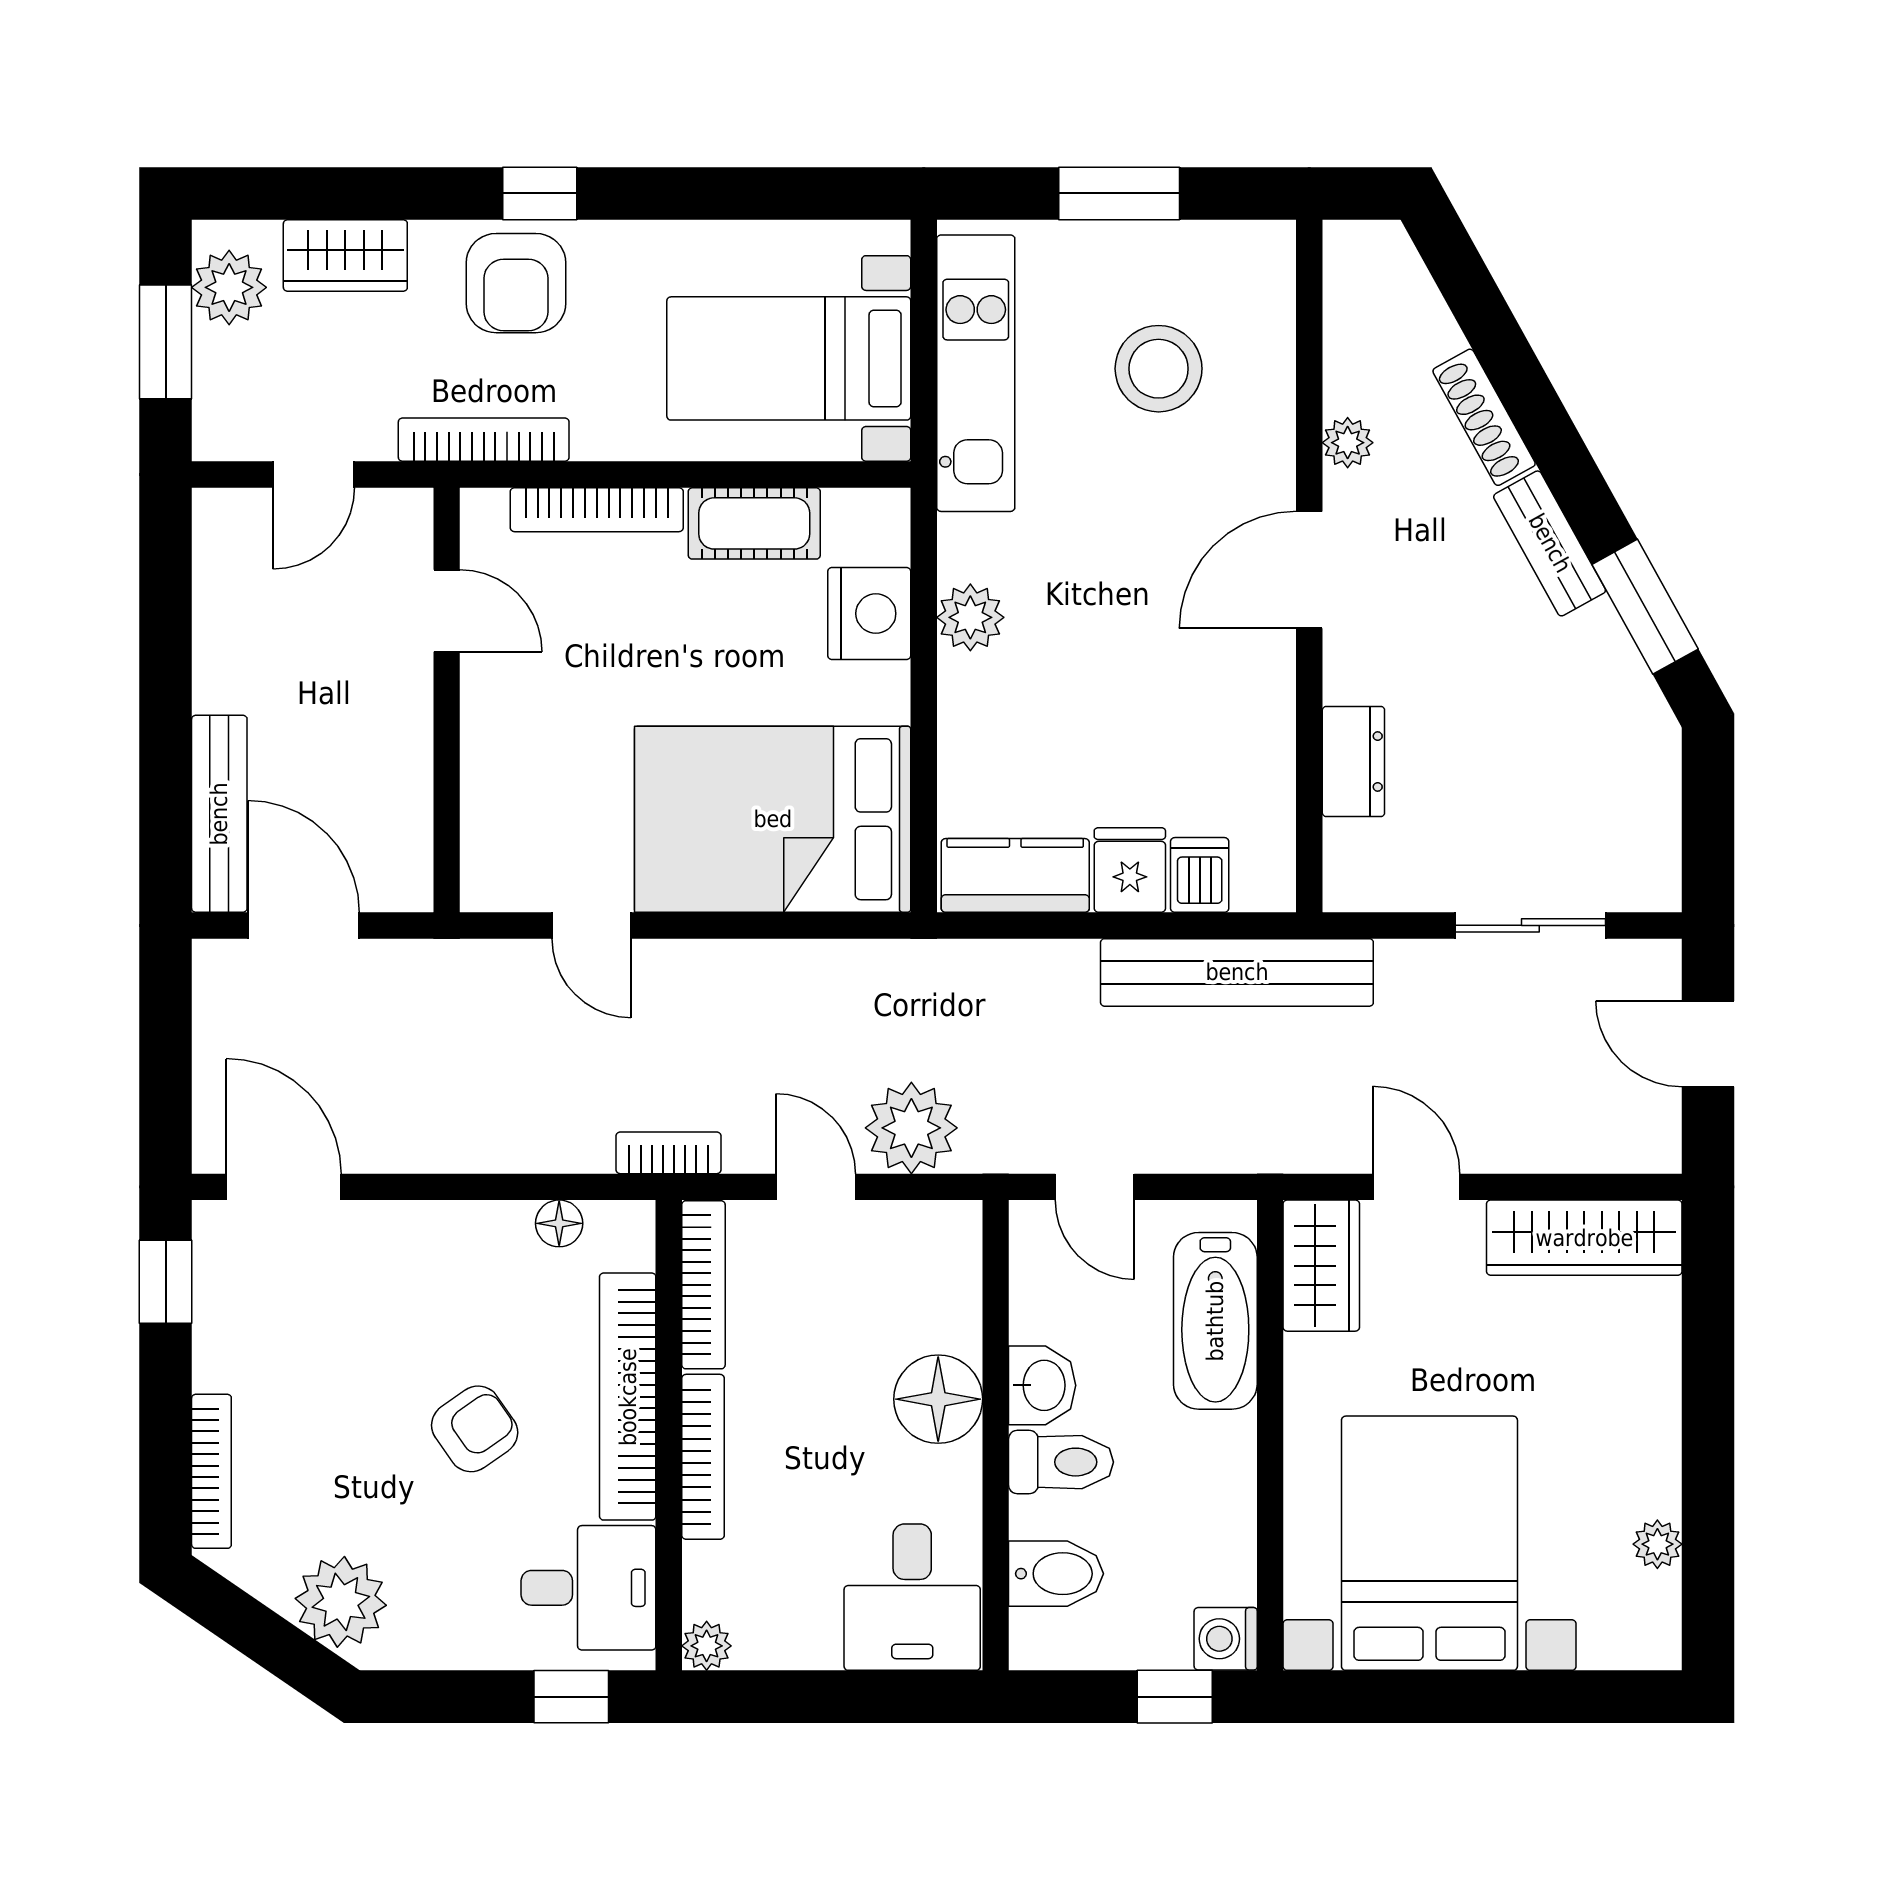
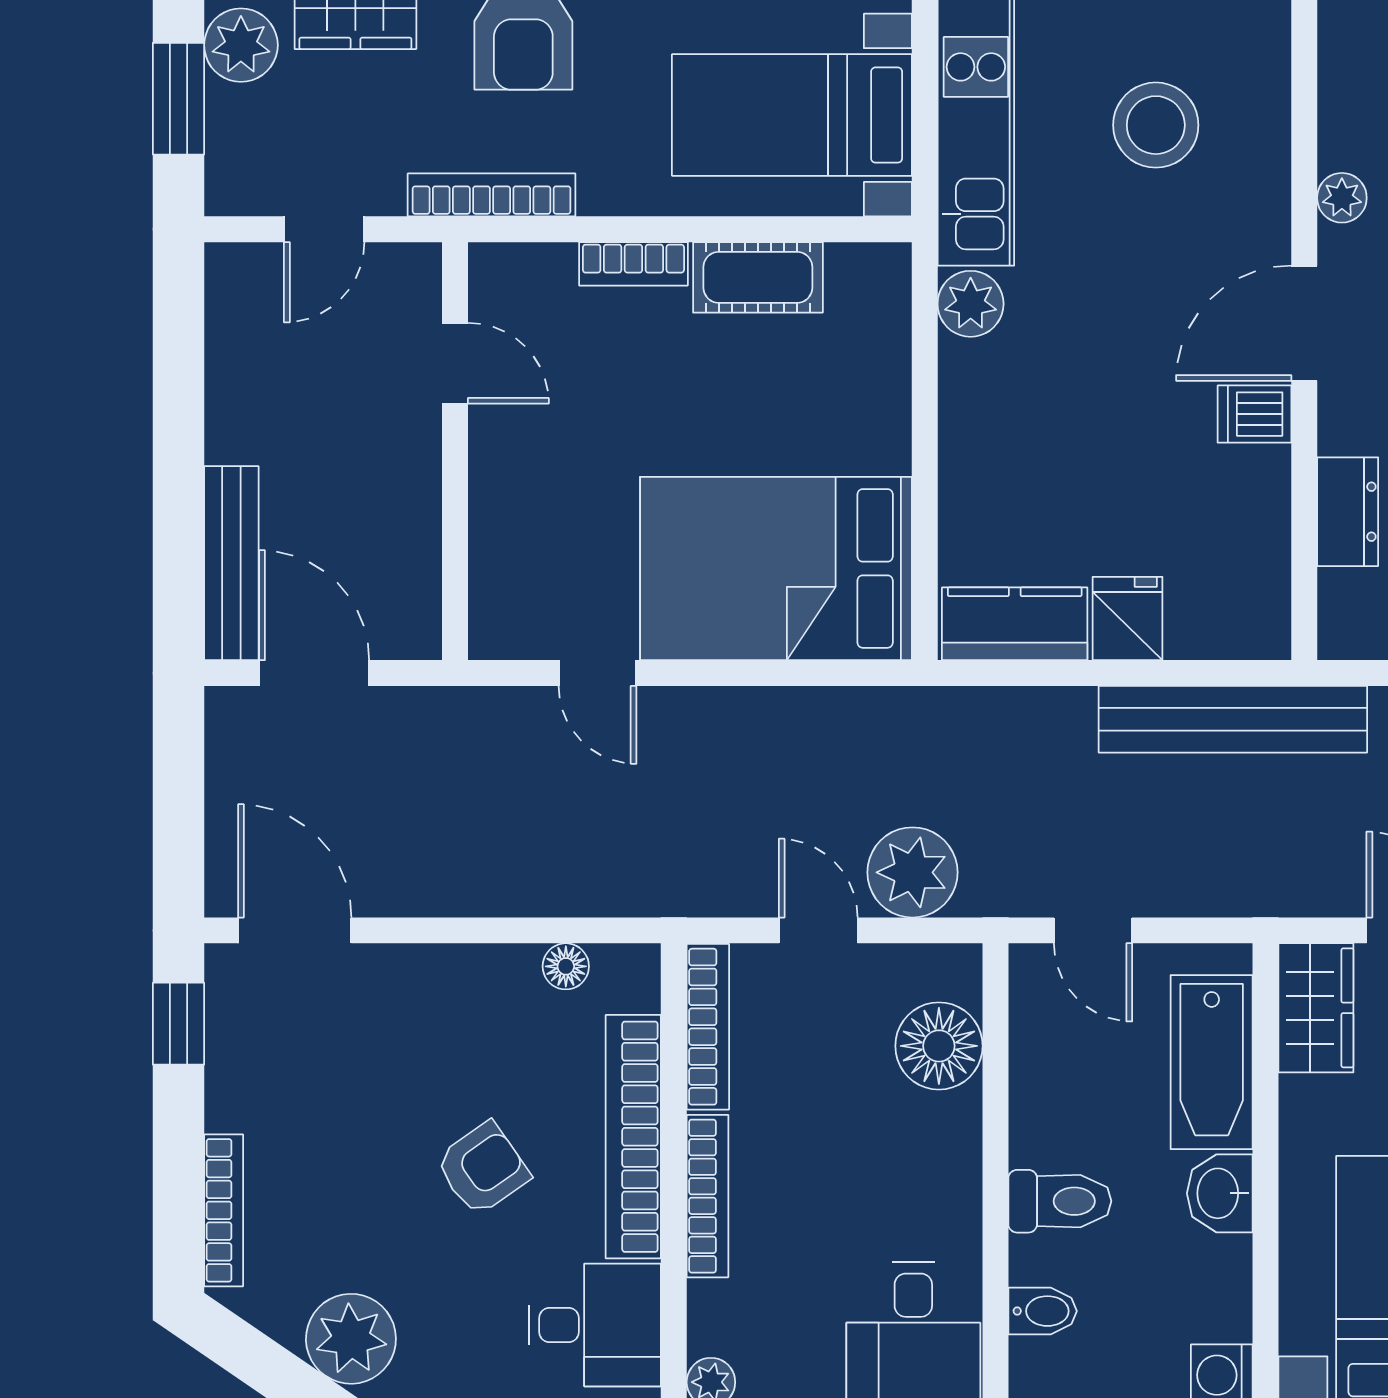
bookcase: (597, 510) -> (633, 264), width x0.64
nightstand: (869, 614) -> (871, 366), removed
plant: (970, 617) -> (971, 304), moved
dishwasher: (1200, 875) -> (1254, 414), moved, turned -90
bookcase: (668, 1153) -> (673, 897), removed
washbasin: (1042, 1385) -> (1220, 1193), moved, turned 180
floor lamp: (938, 1399) -> (939, 1046), moved
bidet: (1056, 1574) -> (1043, 1311), width x0.72, depth x0.74

